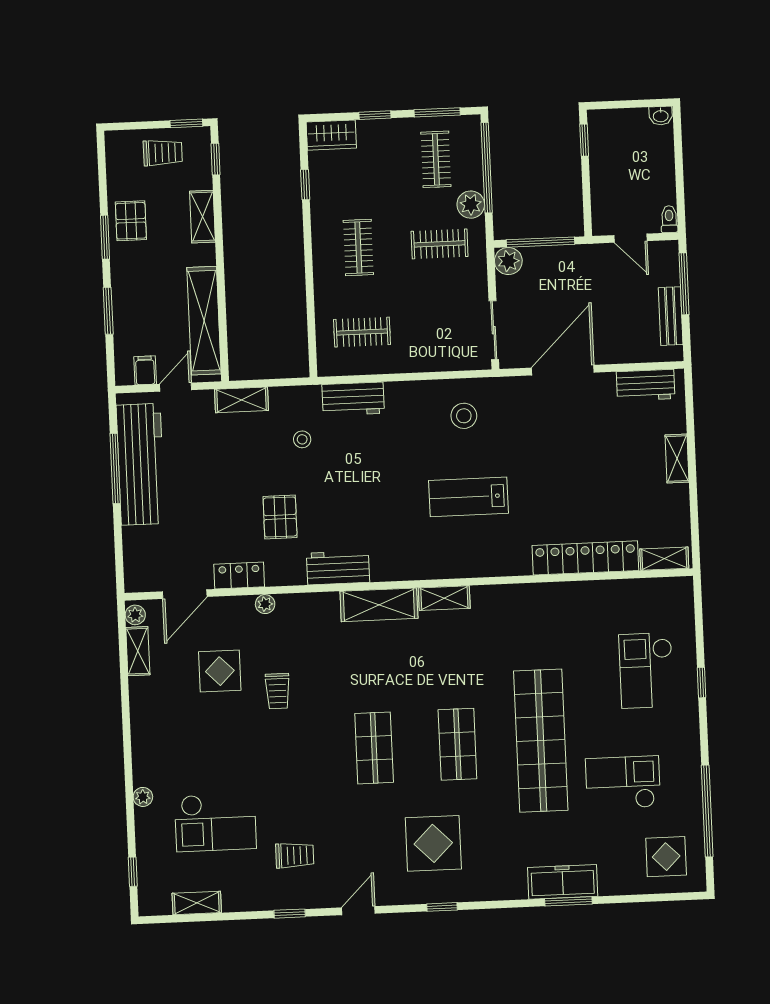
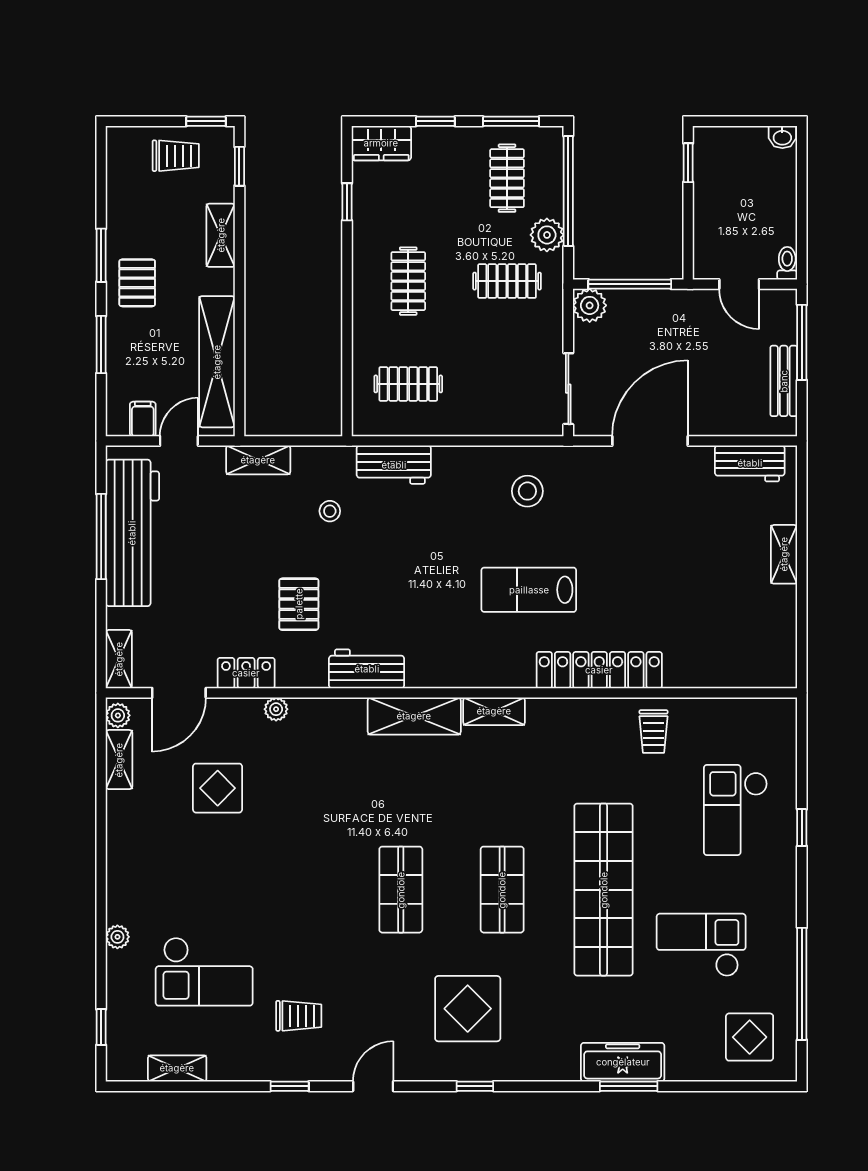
pallet: (131, 221) -> (137, 283), moved
locker: (585, 558) -> (599, 670), moved
shelving: (664, 559) -> (119, 659), moved, turned 90
trolley: (278, 691) -> (654, 731), moved

